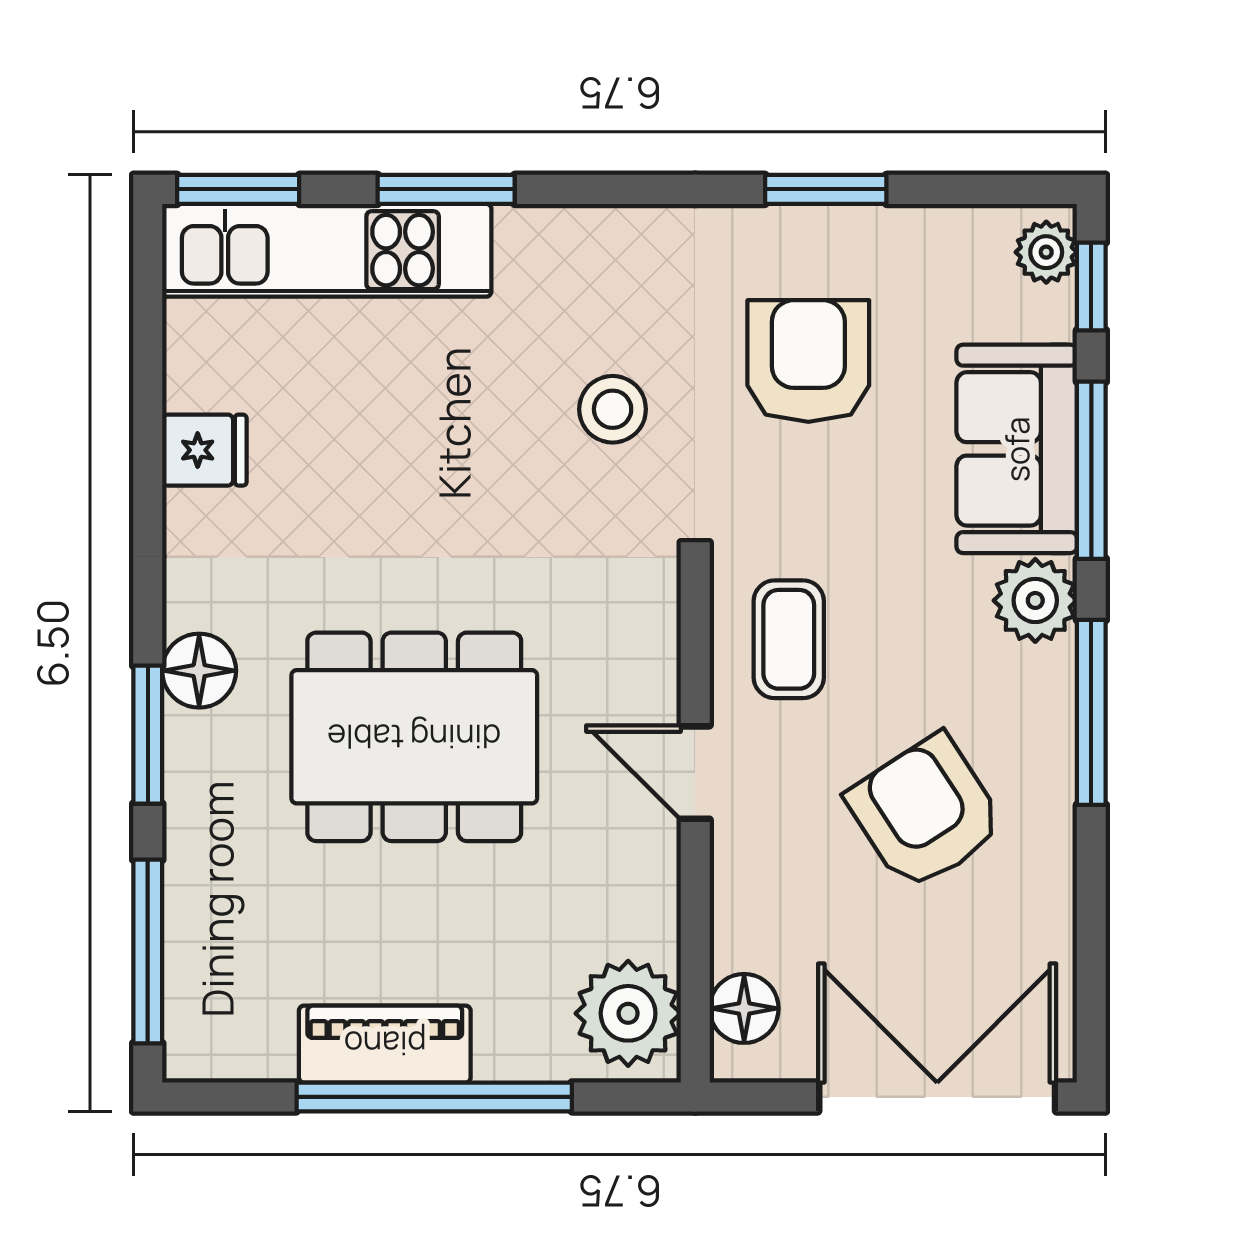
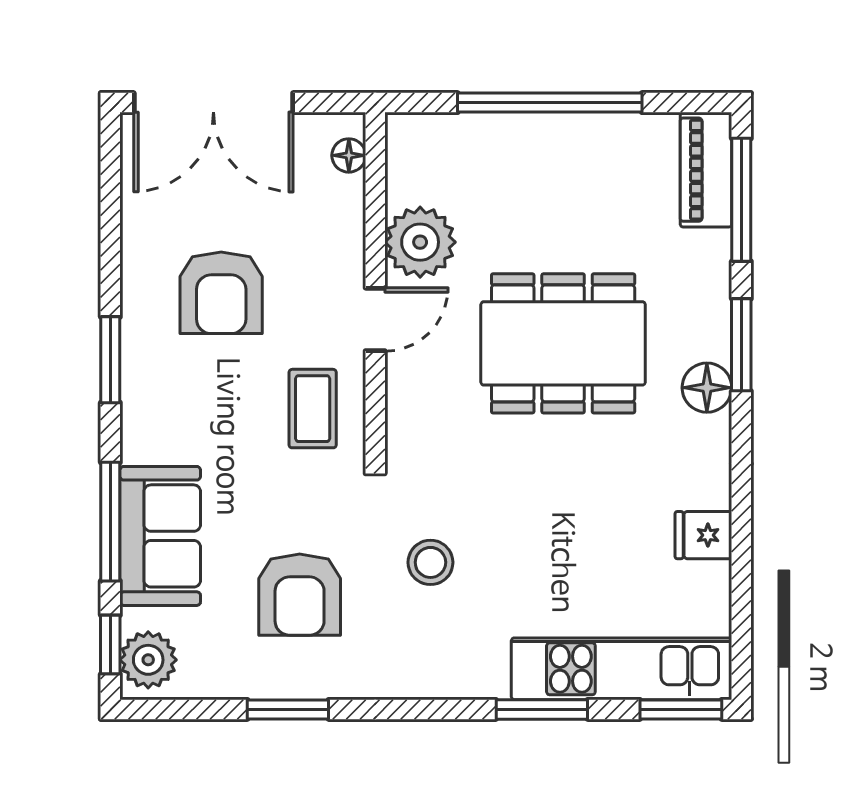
plant: (1046, 252) -> (148, 660), width x1.38, depth x1.38
plant: (1035, 600) -> (148, 435), removed
window: (1091, 712) -> (110, 360), width x0.69
door: (695, 773) -> (375, 319), hinge flipped
armchair: (926, 813) -> (221, 293), turned 33
floor lamp: (744, 1008) -> (349, 155), width x0.73, depth x0.73
plant: (628, 1013) -> (420, 242), moved
piano: (385, 1044) -> (706, 170), moved, turned 90

